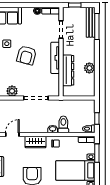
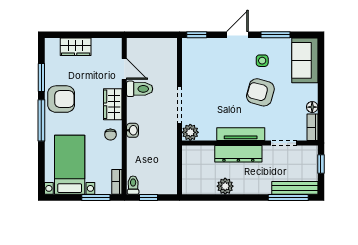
armchair: (27, 55) -> (260, 92), moved
dresser: (68, 70) -> (238, 154), moved
plant: (12, 91) -> (190, 132), moved
toilet: (63, 124) -> (140, 89), moved

